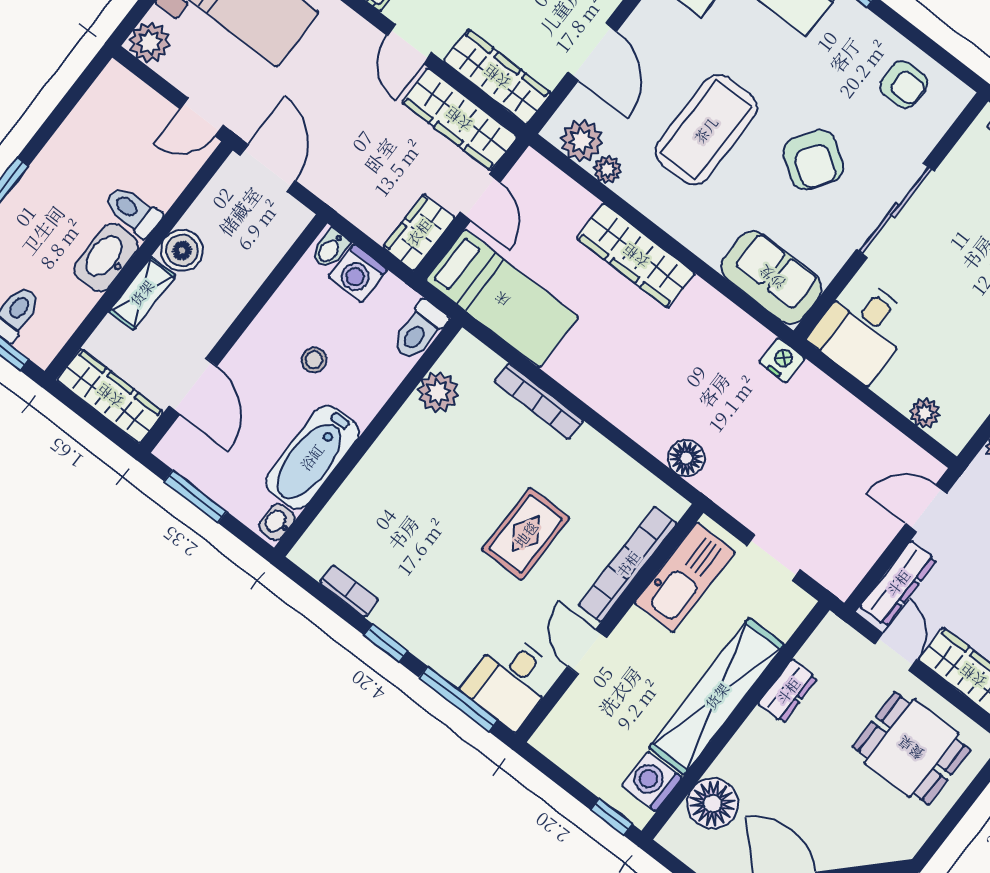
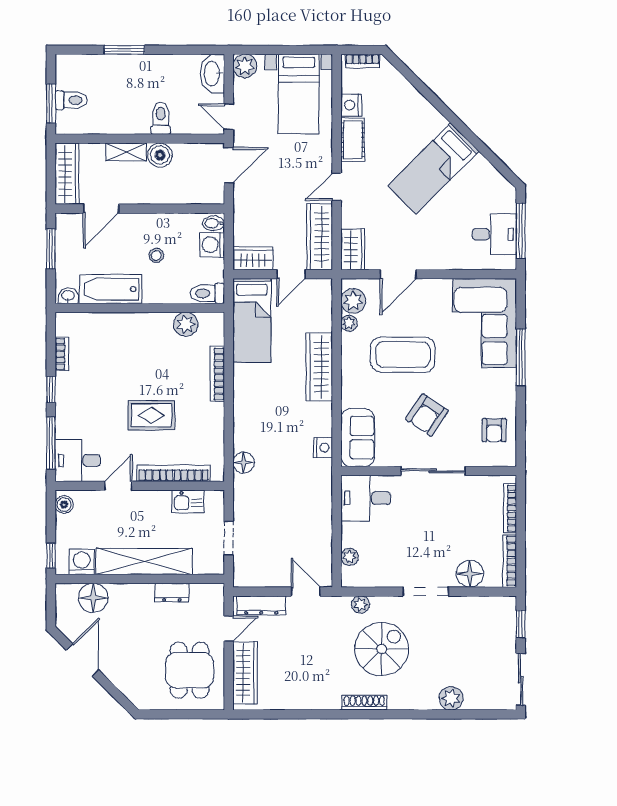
wardrobe: (497, 77) -> (353, 249), width x0.67
washbasin: (106, 258) -> (212, 74), moved, turned -90
nightstand: (782, 360) -> (323, 448), moved
kitchen sink: (685, 577) -> (188, 502), width x0.53, depth x0.81
boiler: (556, 745) -> (64, 505), added

